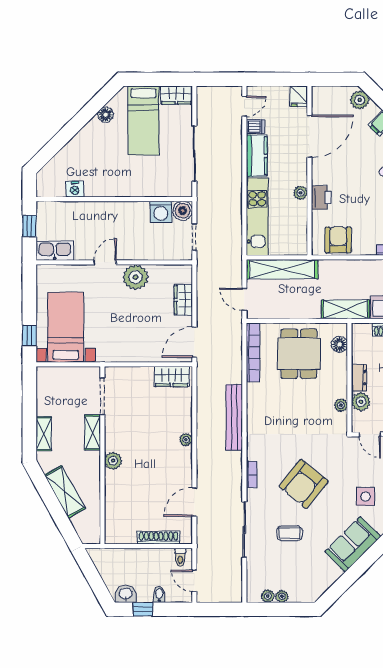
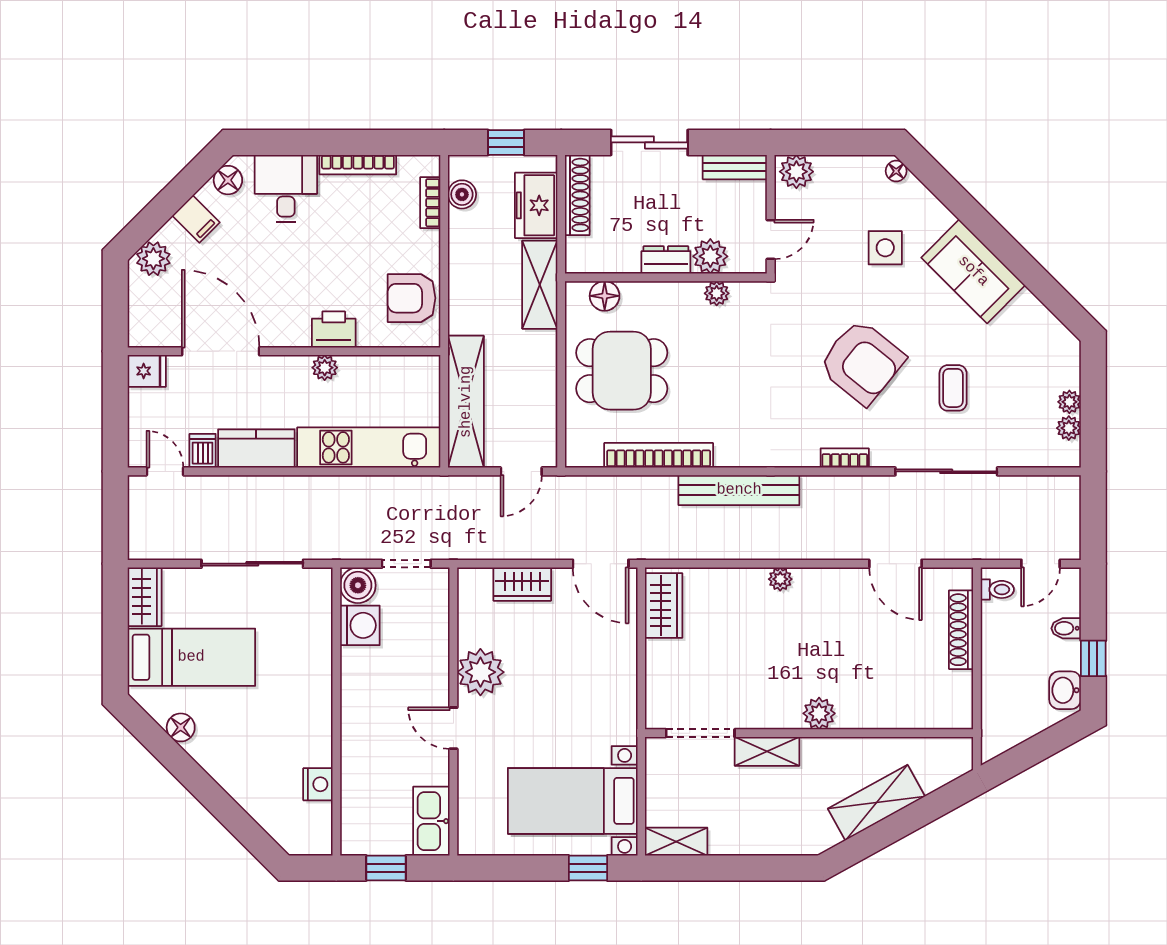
bookcase: (253, 352) -> (659, 455), moved
shelving: (44, 434) -> (676, 842), moved

